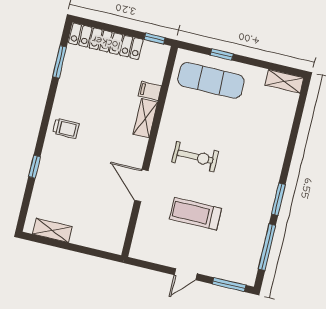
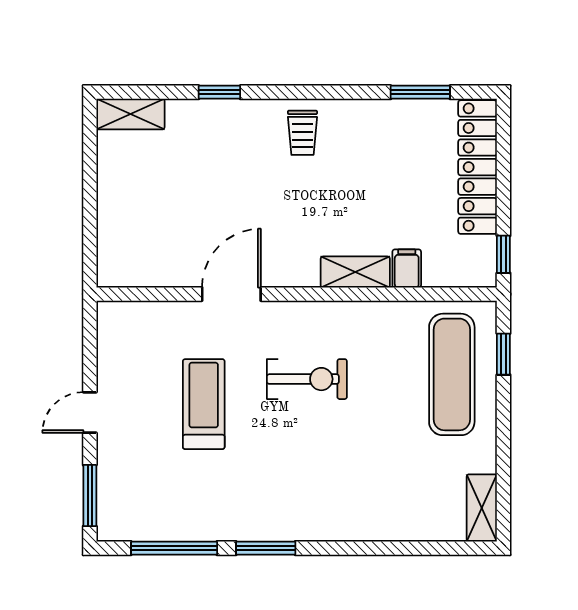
window: (222, 55) -> (503, 354), moved
exercise bike: (195, 157) -> (307, 379), turned -90
shelving: (52, 230) -> (130, 114), moved, turned 90
door: (186, 274) -> (90, 413), hinge flipped

